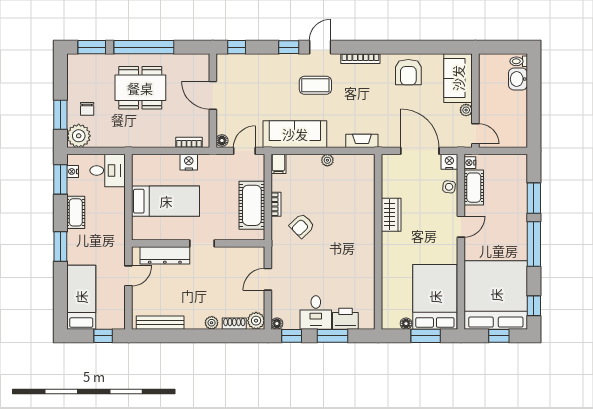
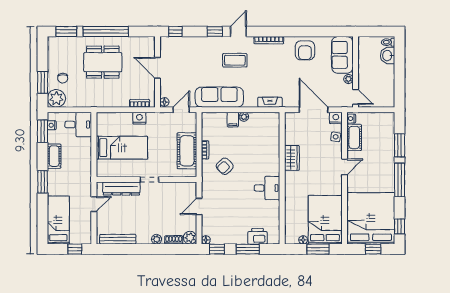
filing cabinet: (278, 164) -> (233, 120), moved
desk: (316, 312) -> (267, 188), moved, turned -90

